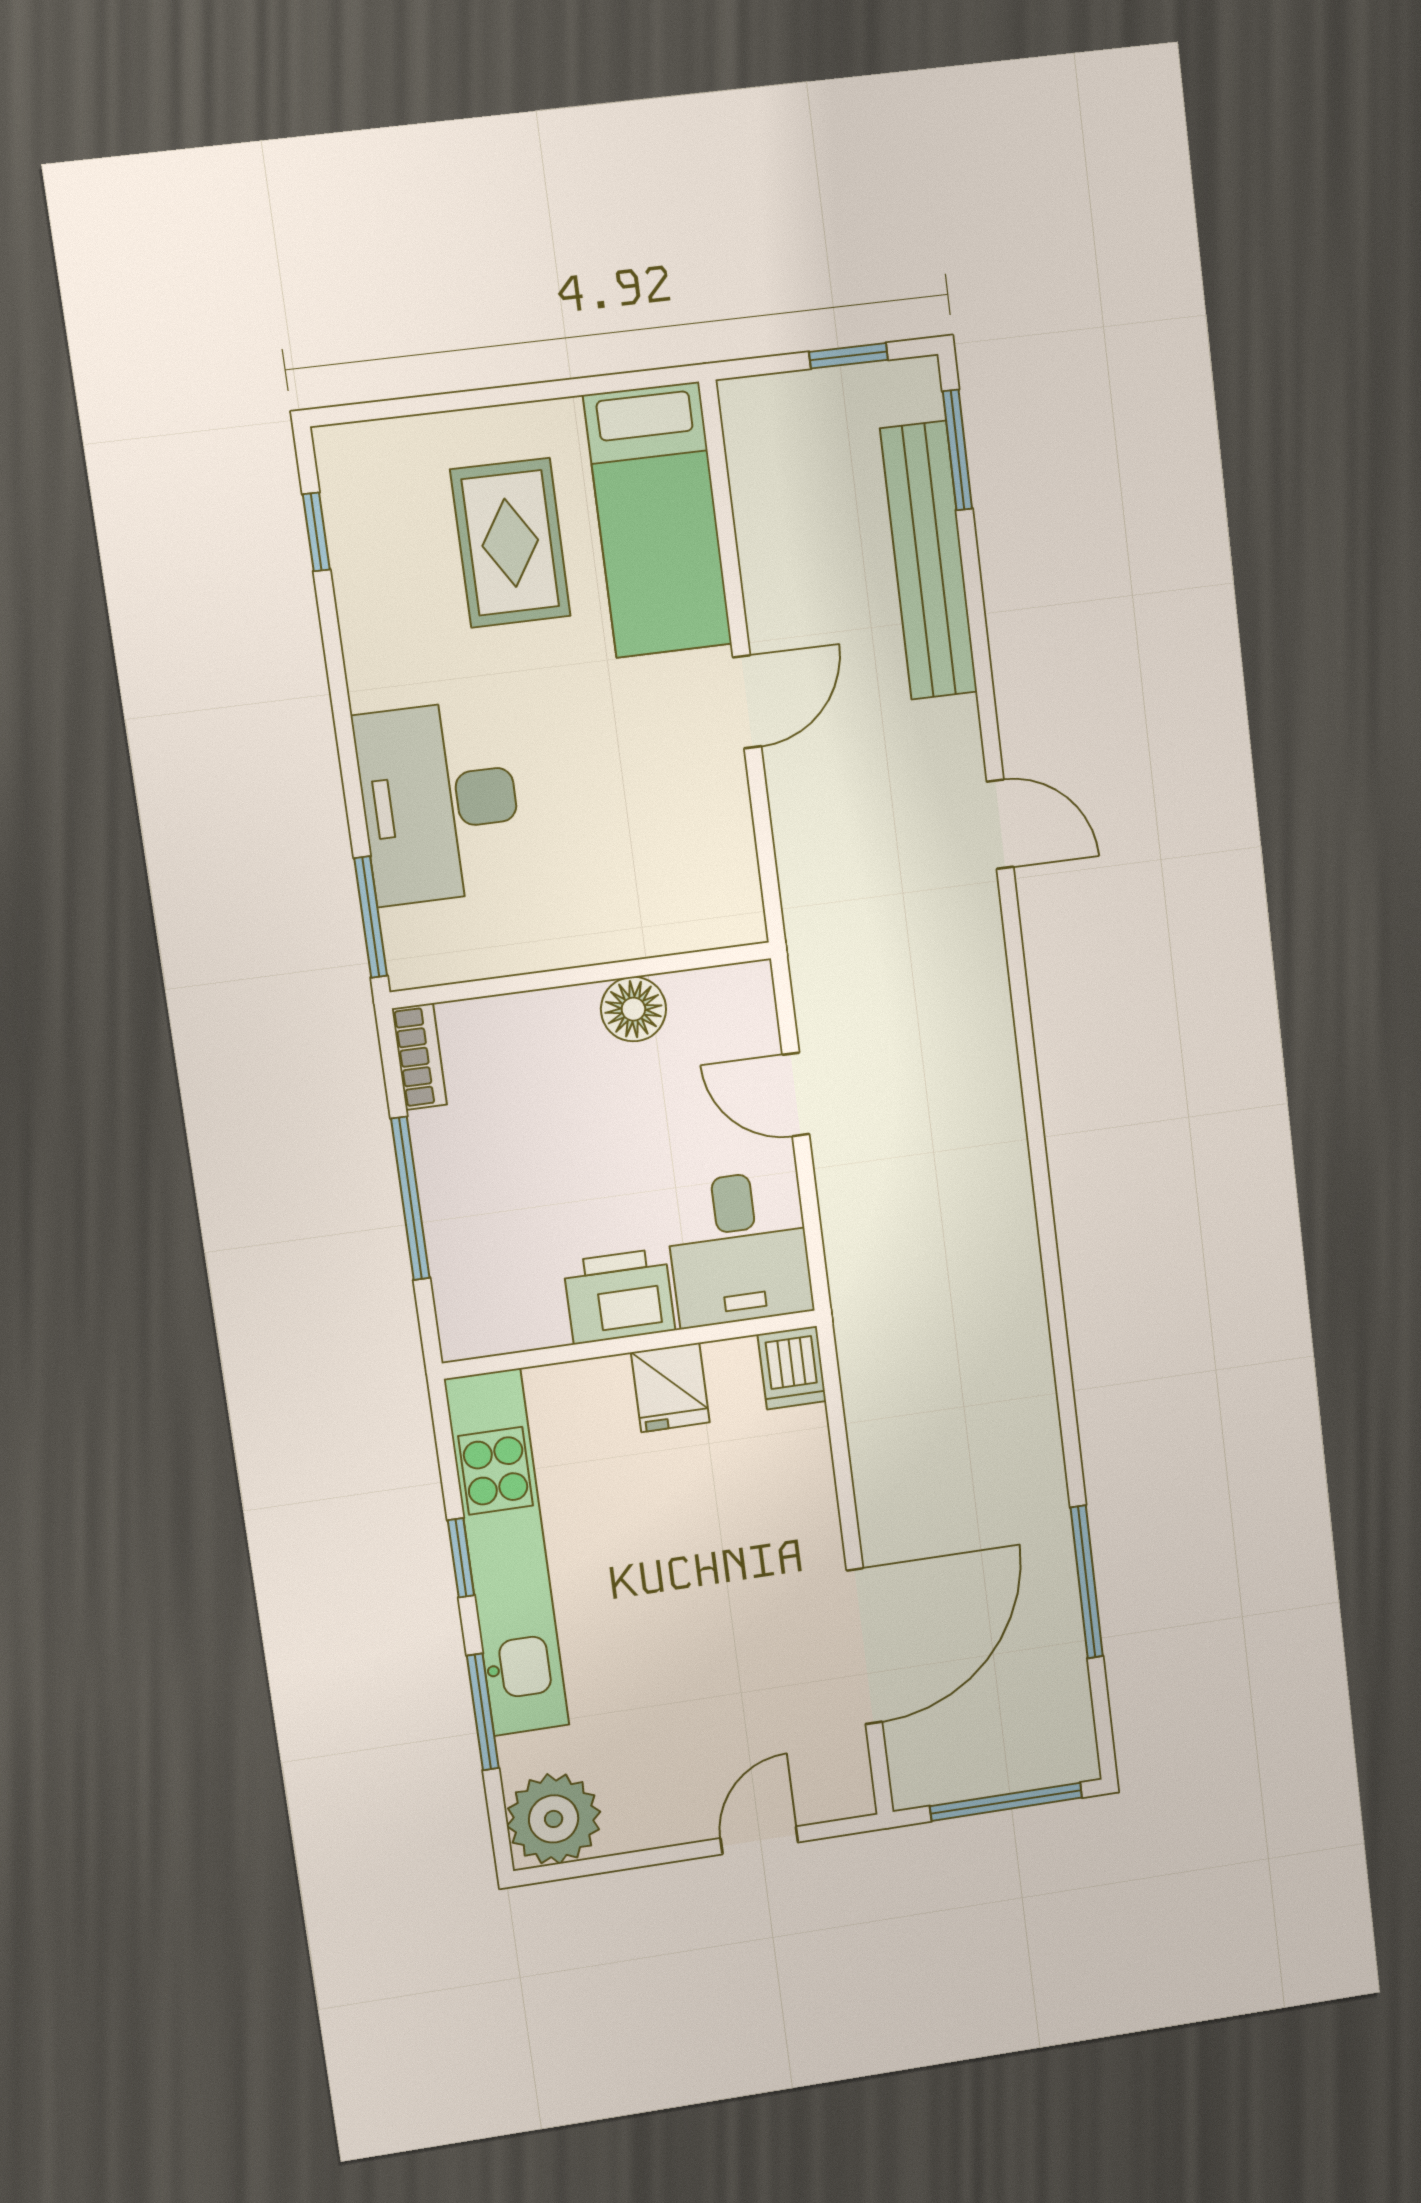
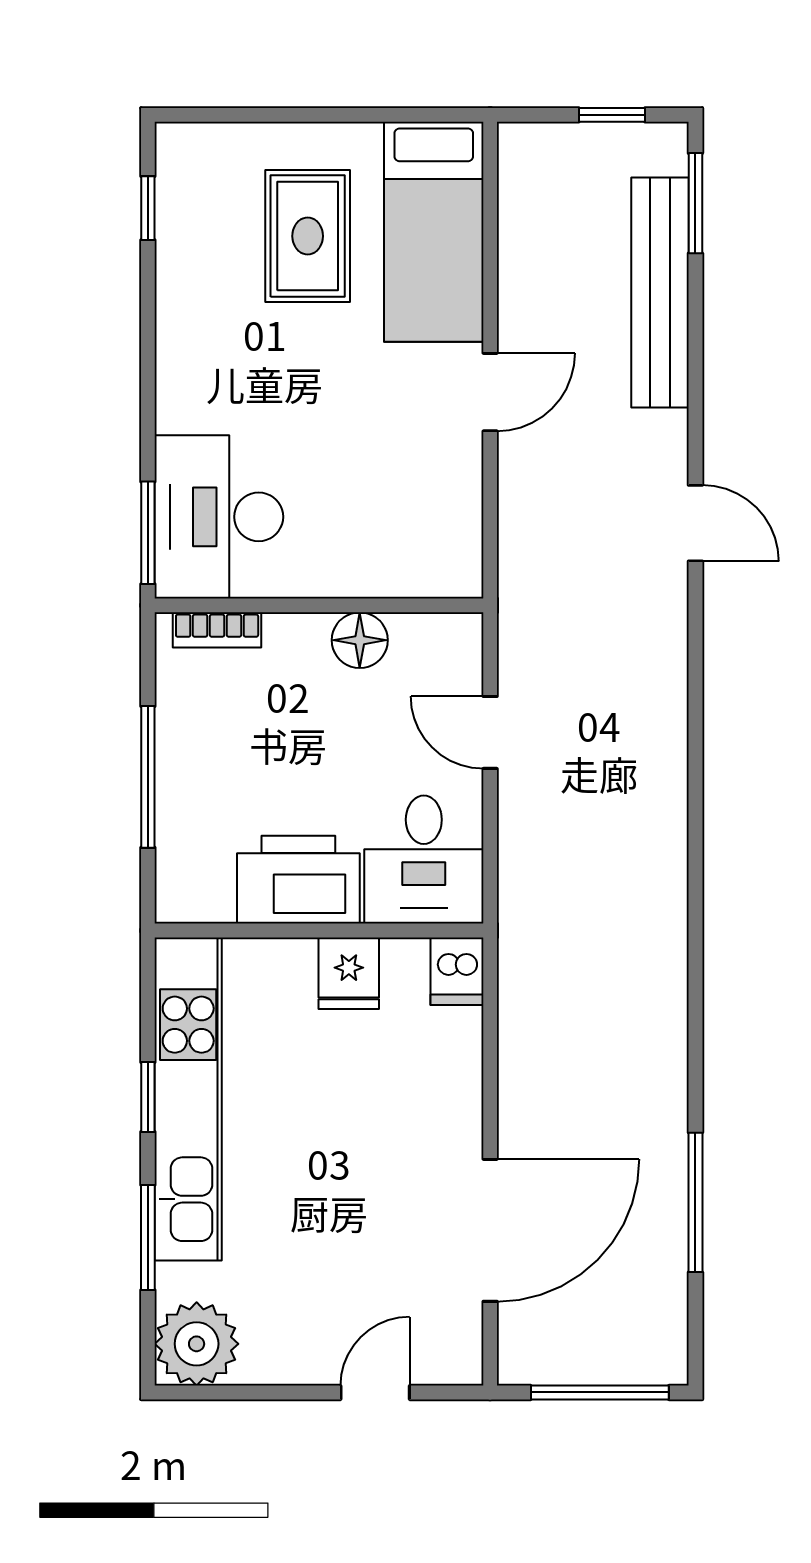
desk: (439, 802) -> (219, 517), moved
bookcase: (419, 1057) -> (217, 630), moved, turned 90
printer: (619, 1296) -> (298, 880), width x1.37, depth x1.19

